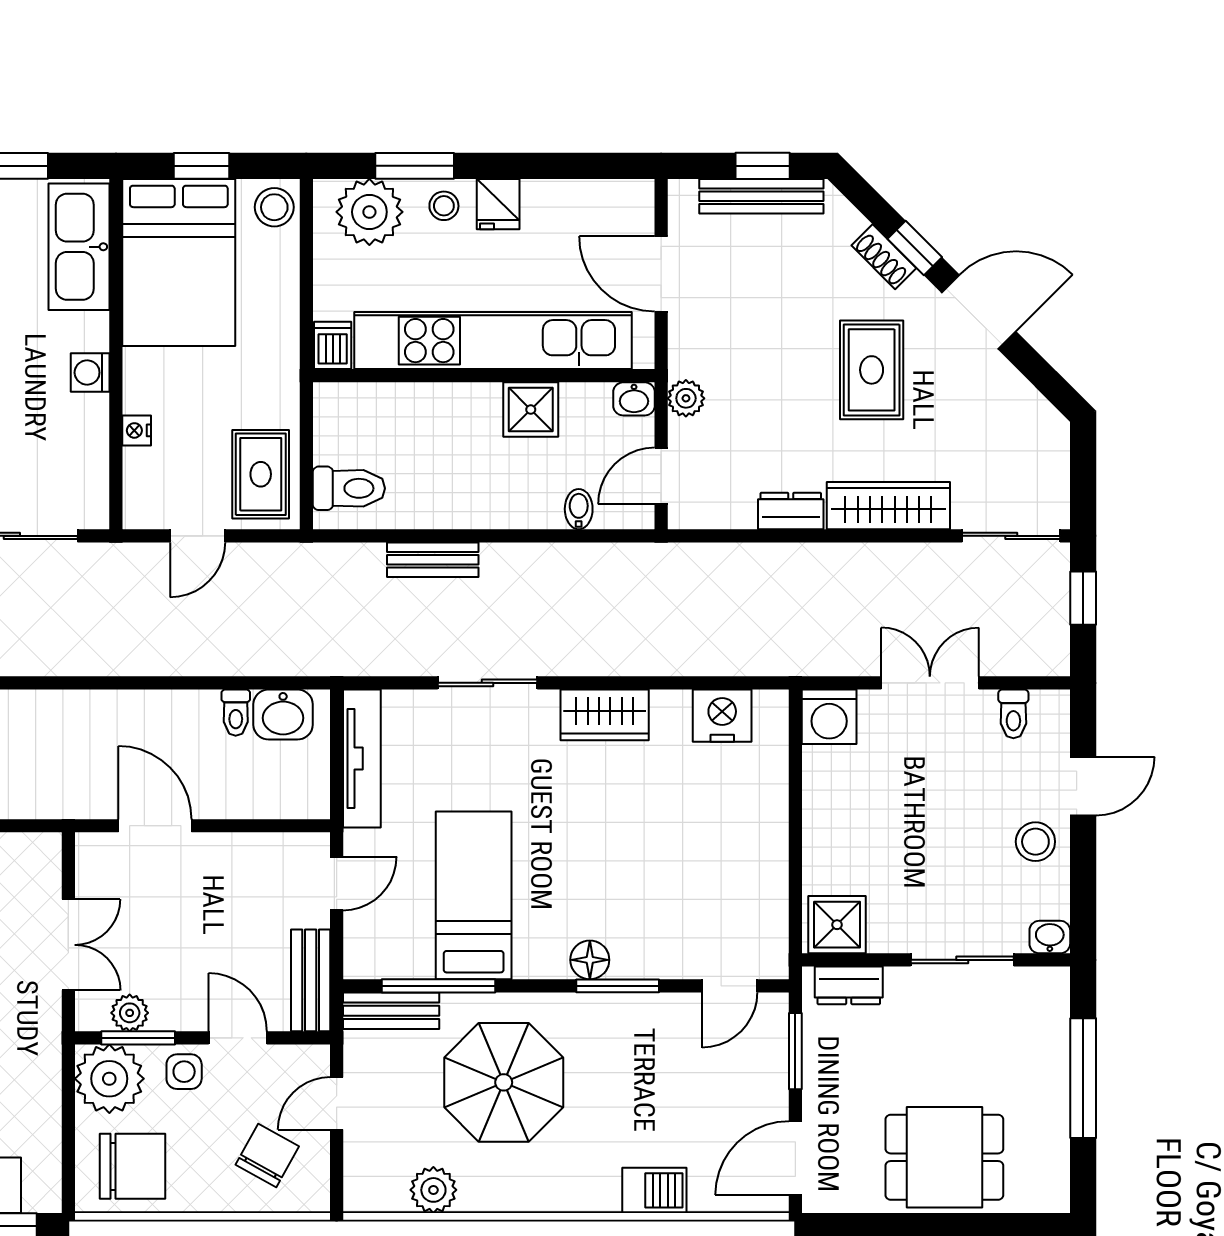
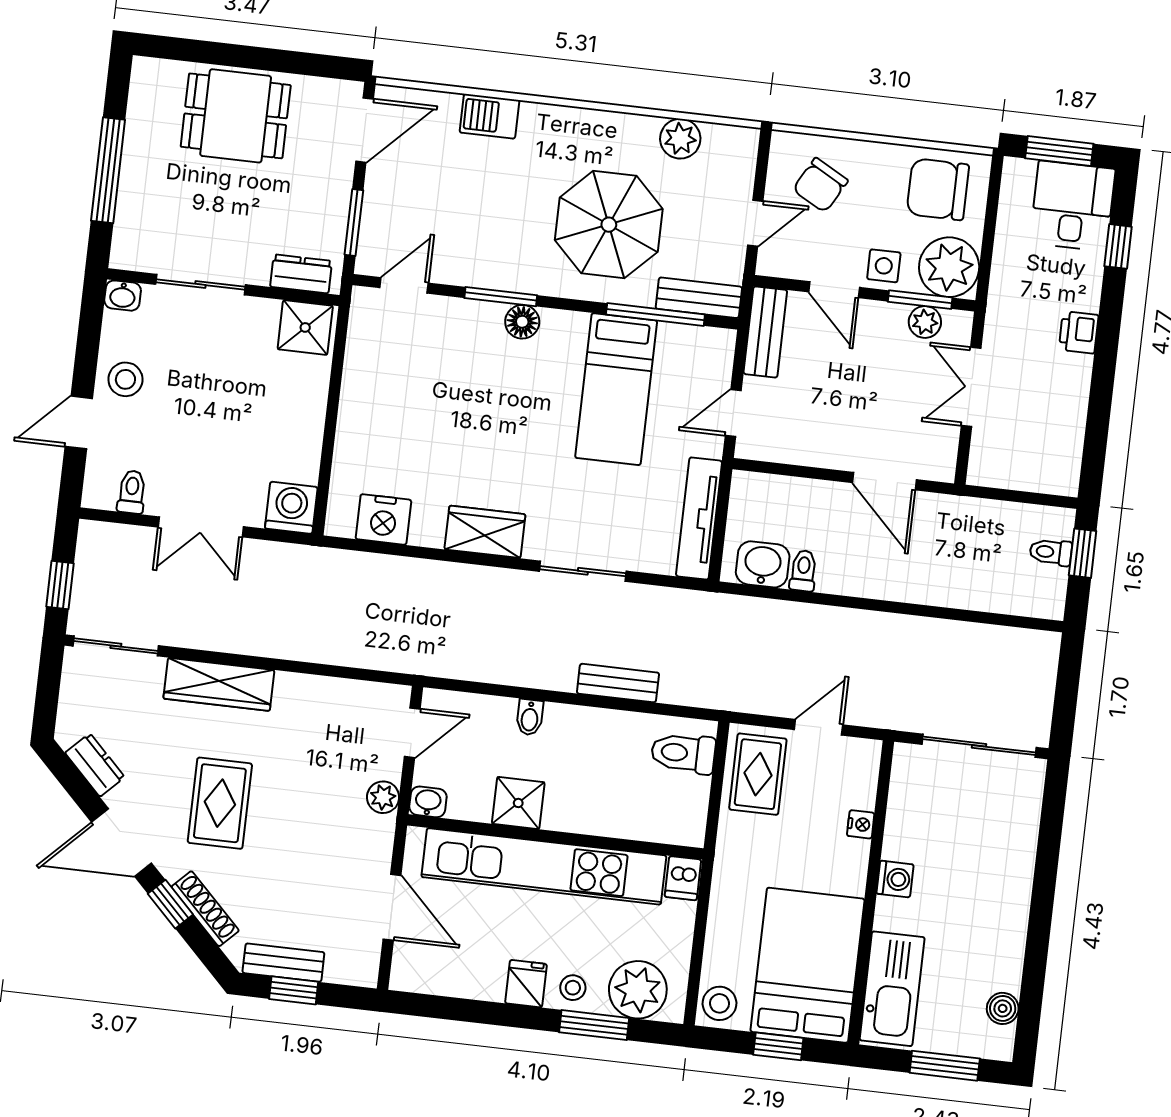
bench: (761, 196) -> (283, 963), width x0.73
shoe rack: (884, 257) -> (205, 909), width x1.43
bidet: (579, 509) -> (530, 717), moved
dresser: (791, 511) -> (95, 765), moved, turned -135

